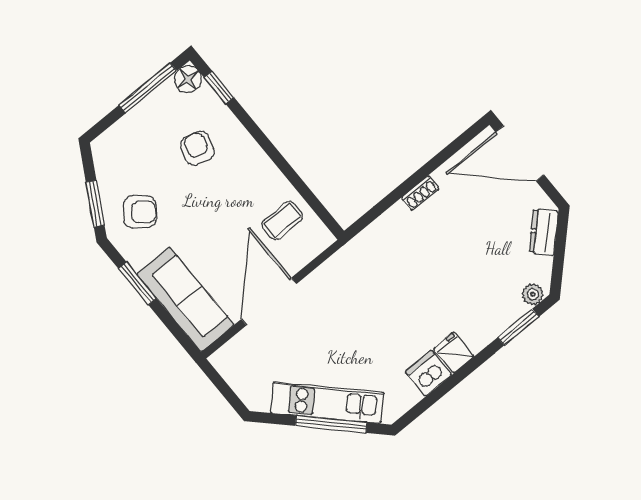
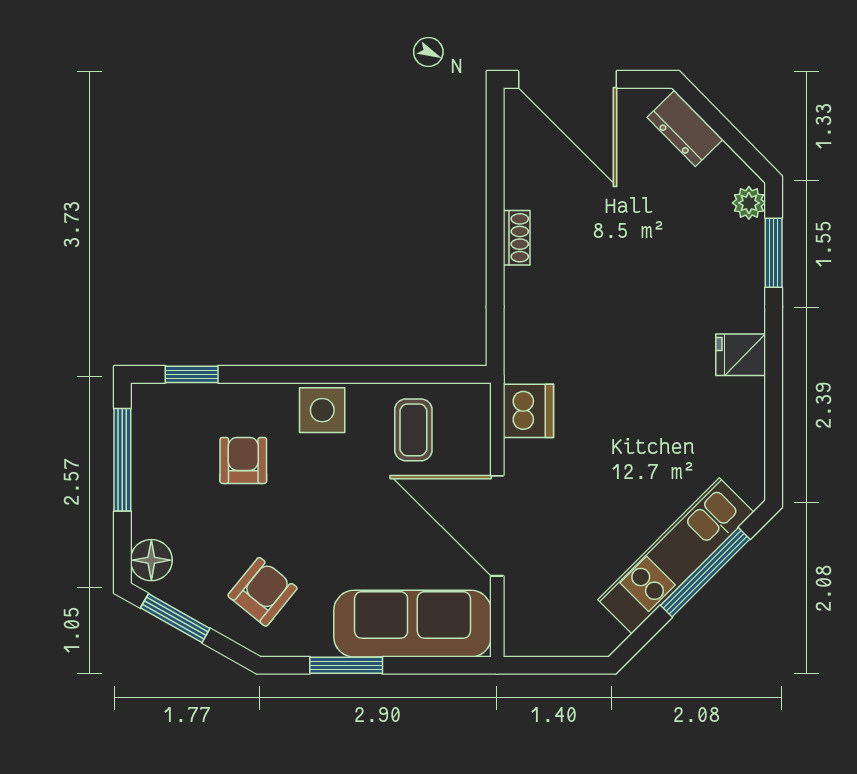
floor lamp: (188, 79) -> (151, 560), moved
armchair: (197, 148) -> (243, 460), turned 75
door: (520, 153) -> (567, 79), hinge flipped
side table: (255, 167) -> (322, 410), added
window: (95, 204) -> (175, 618), moved
dishwasher: (428, 373) -> (528, 411), moved, turned 180

